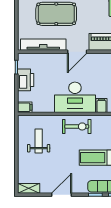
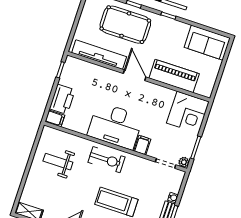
door: (77, 52) -> (135, 75), swing flipped
printer: (26, 80) -> (62, 99), moved
weight bench: (39, 141) -> (58, 162), turned -90

